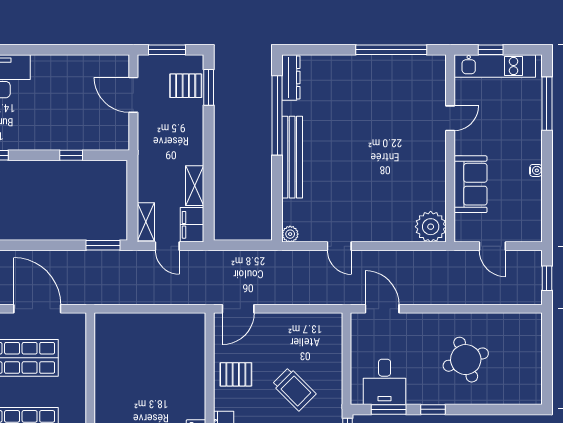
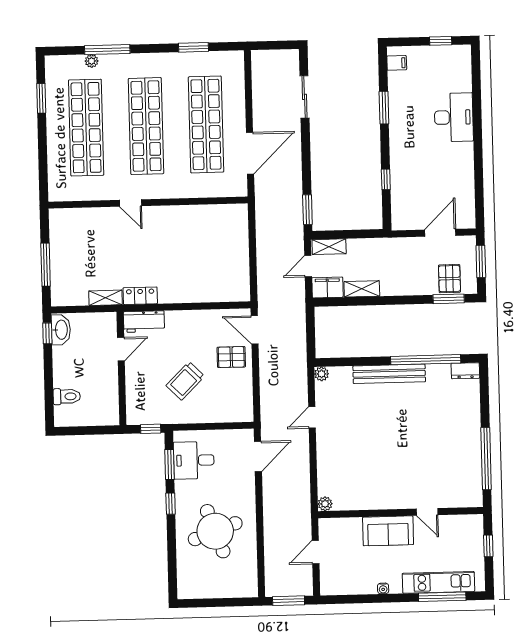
kitchen unit: (495, 66) -> (438, 582), moved, turned 90
dresser: (291, 77) -> (465, 371), width x0.70
sofa: (471, 184) -> (388, 531), moved
plant: (431, 227) -> (325, 504), width x0.53, depth x0.53
window: (547, 278) -> (289, 601), width x1.50
round table: (466, 360) -> (215, 531), width x1.36, depth x1.36
pallet: (236, 374) -> (231, 357), moved, turned 90

